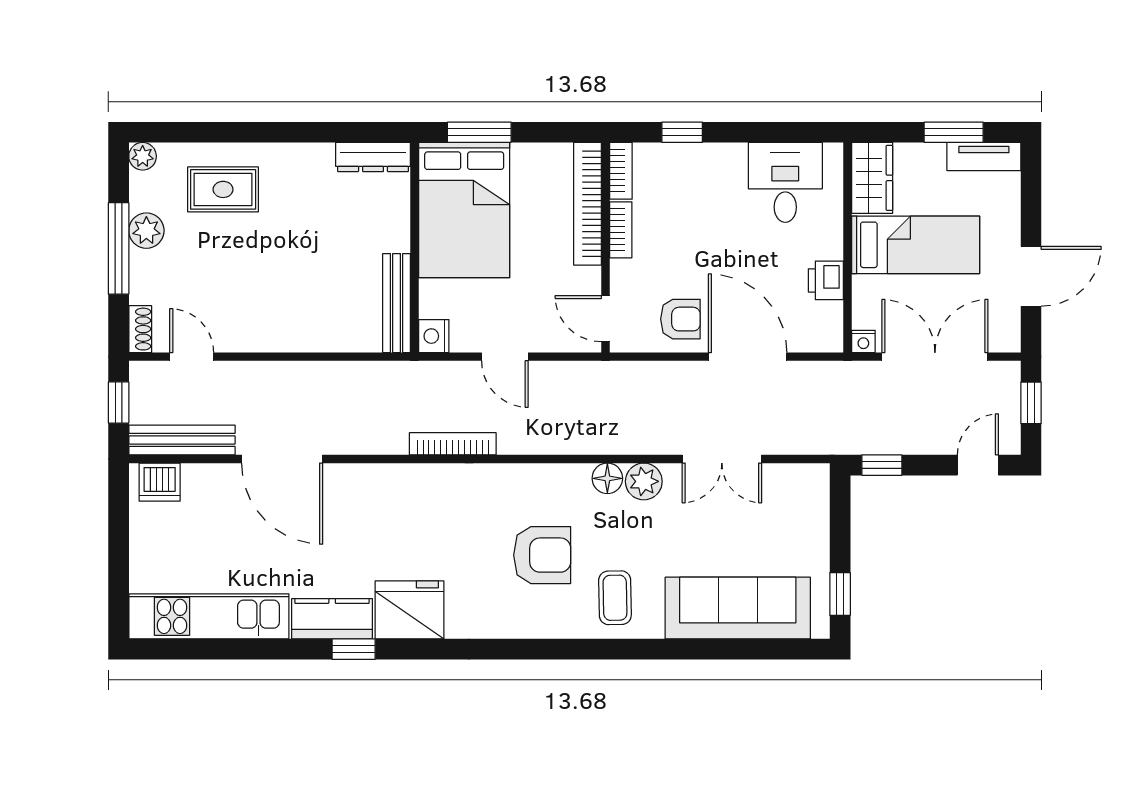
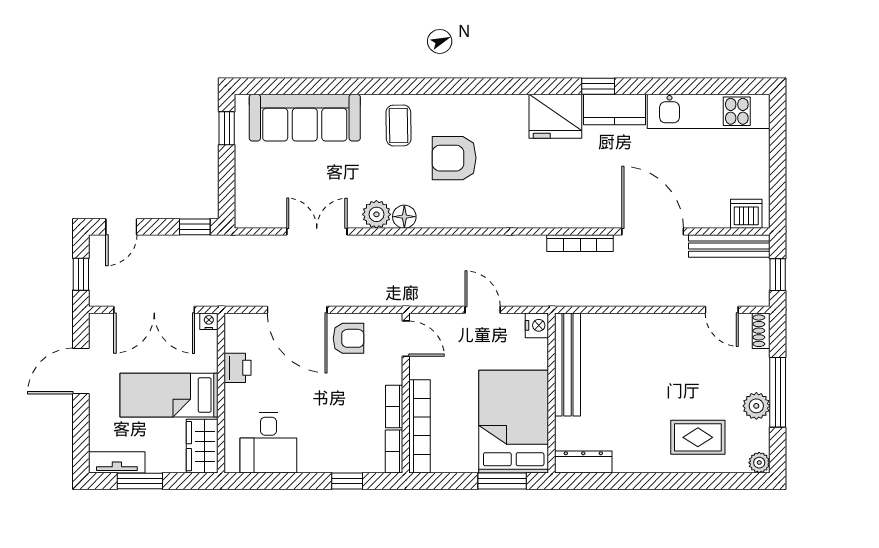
bench: (397, 303) -> (568, 364), width x1.37, depth x1.21
armchair: (680, 319) -> (349, 338), turned 180
bookcase: (453, 444) -> (580, 243), moved

